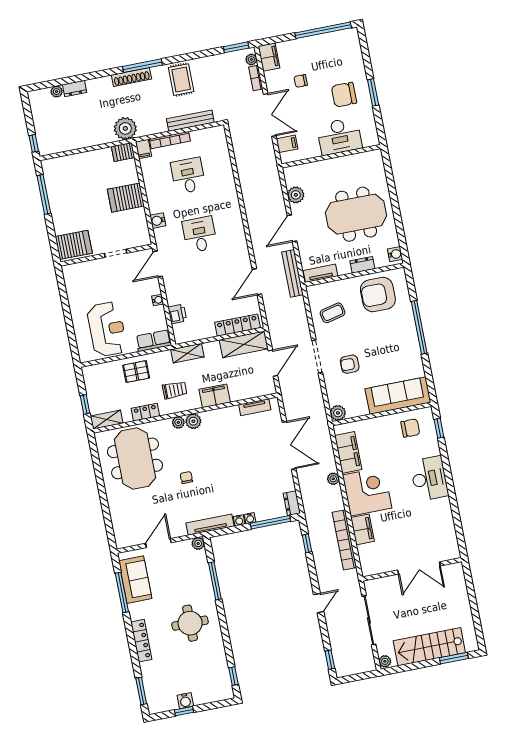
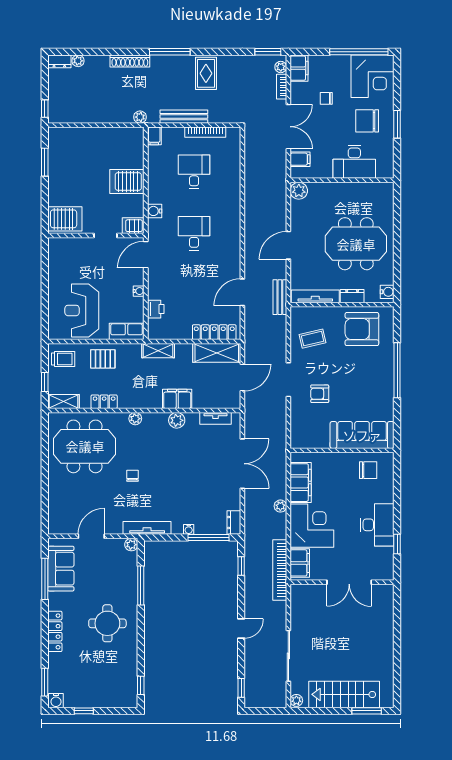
corner desk: (341, 51) -> (373, 76), added
shoe rack: (131, 77) -> (130, 61), moved
dresser: (75, 88) -> (59, 61), moved
bench: (190, 121) -> (184, 117), moved
plant: (125, 128) -> (140, 117), width x0.53, depth x0.53
bookcase: (170, 140) -> (205, 132), moved
server rack: (123, 152) -> (133, 226), moved
window: (44, 194) -> (45, 162), width x0.69
plant: (296, 195) -> (299, 191), moved
bench: (292, 273) -> (280, 297), width x0.73
tv unit: (321, 273) -> (315, 296), width x1.41
reception desk: (107, 329) -> (82, 310), turned 180
trolley: (175, 390) -> (63, 359), moved
plant: (338, 413) -> (298, 441), removed
plant: (193, 421) -> (177, 420), moved
window: (439, 428) -> (397, 544), moved
meeting table: (135, 458) -> (85, 446), turned 90
water cooler: (239, 520) -> (177, 529), removed
double door: (419, 568) -> (349, 582), moved
wall: (412, 569) -> (342, 582), moved
water cooler: (185, 701) -> (56, 701), moved

